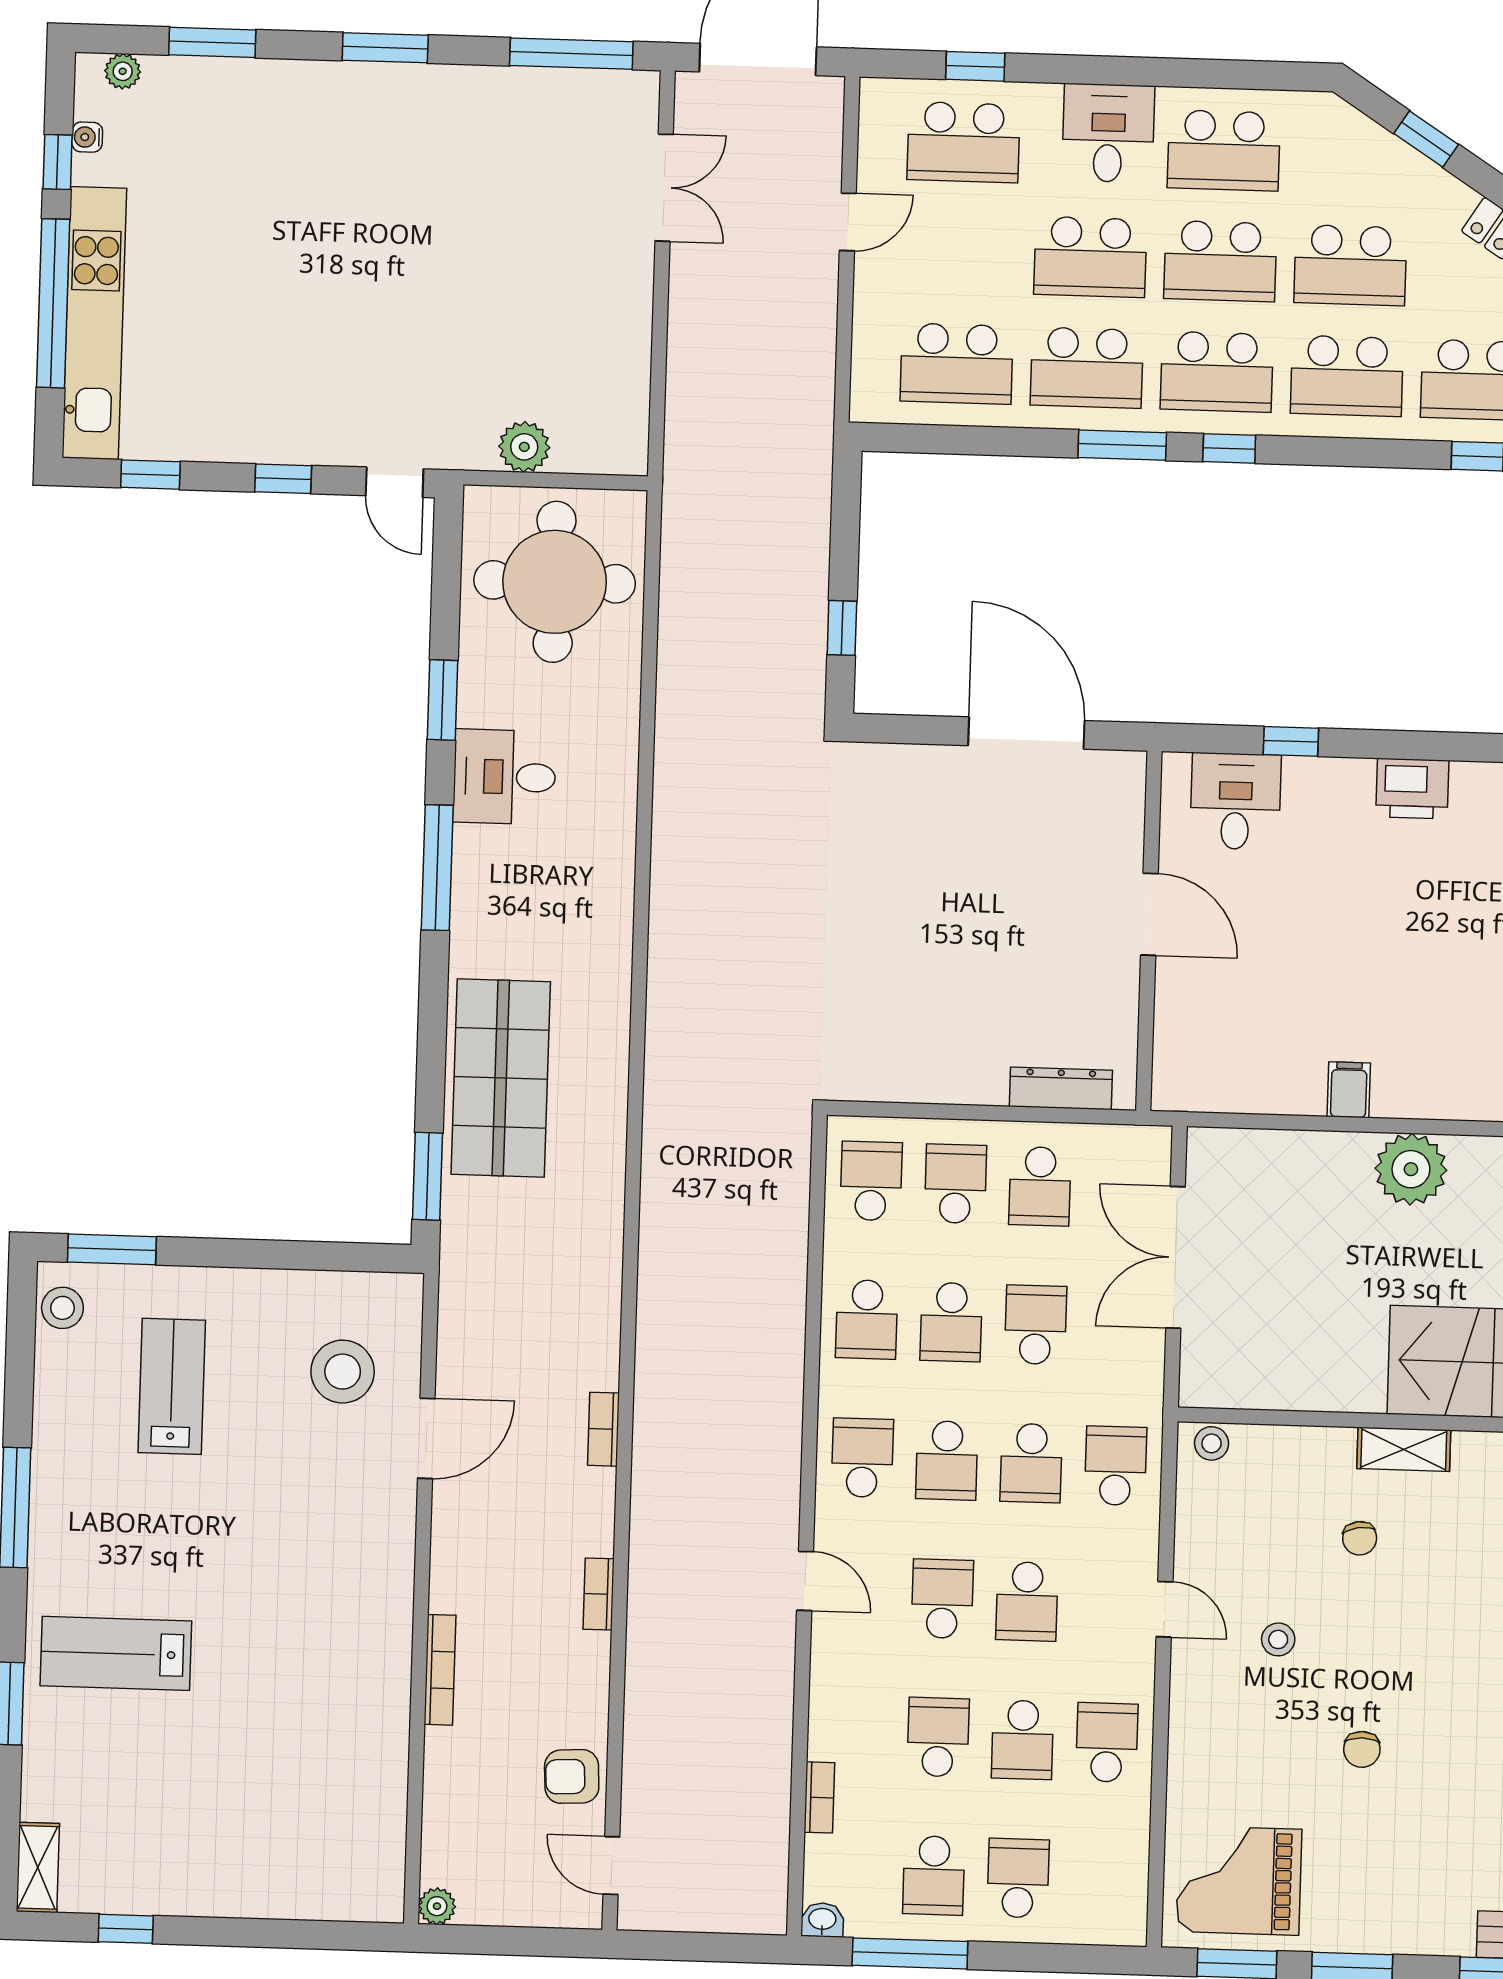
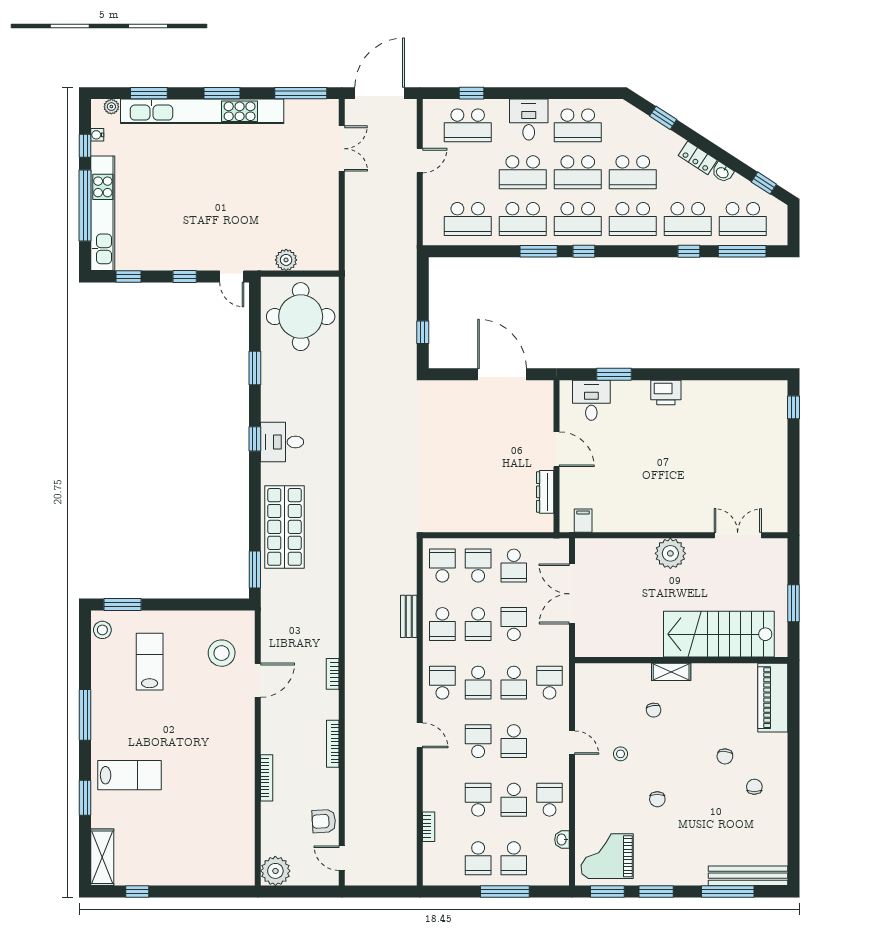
kitchen unit: (337, 89) -> (202, 111), added
window: (1291, 741) -> (614, 374), width x1.50
desk: (504, 777) -> (282, 442), moved
window: (437, 868) -> (255, 439), width x0.46
dresser: (1061, 1088) -> (545, 492), moved, turned -90
filing cabinet: (1349, 1090) -> (583, 521), moved
bench: (788, 1298) -> (409, 616), added
stool: (1212, 1443) -> (590, 672), removed
bookcase: (599, 1594) -> (333, 744), width x1.56
lab bench: (116, 1653) -> (130, 775), turned 180
shelving: (38, 1867) -> (102, 857), width x1.50, depth x1.33
school desk: (1018, 1878) -> (514, 858), turned 180
plant: (437, 1906) -> (275, 871), width x1.87, depth x1.87
washbasin: (822, 1920) -> (562, 840), moved, turned -90
window: (910, 1953) -> (505, 891), moved

